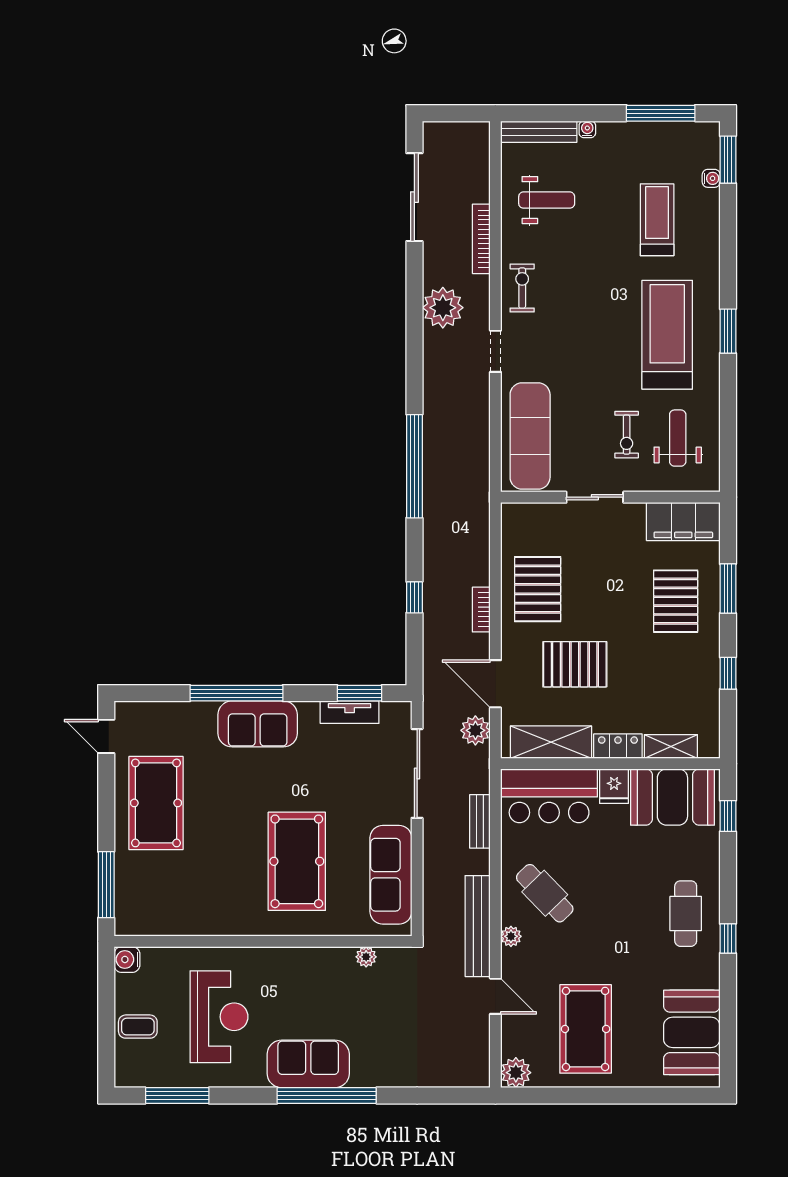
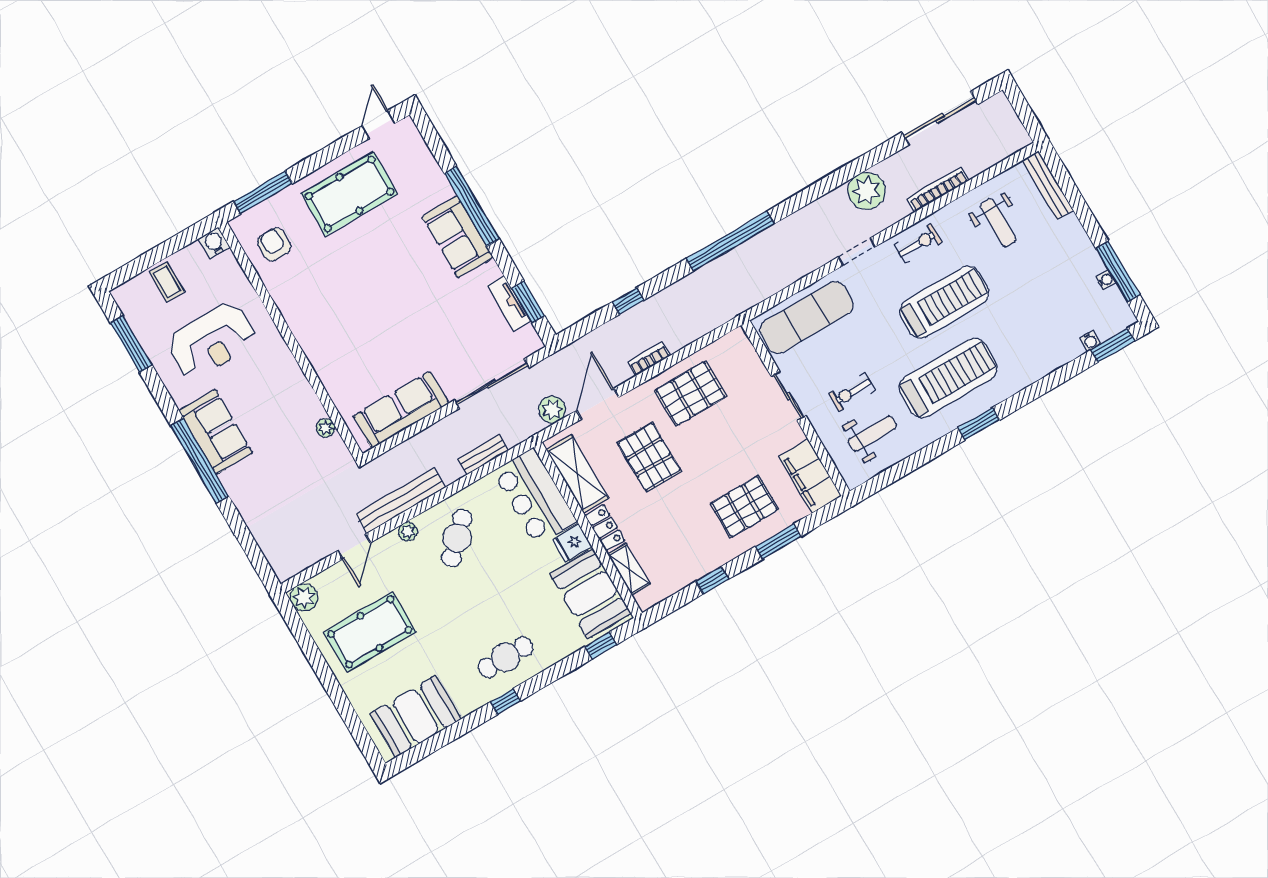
water cooler: (587, 129) -> (1106, 280), moved
treadmill: (657, 220) -> (944, 302), moved, width x1.37, depth x1.38
pool table: (297, 861) -> (368, 330), removed
armchair: (162, 903) -> (274, 245), added

